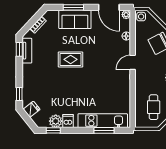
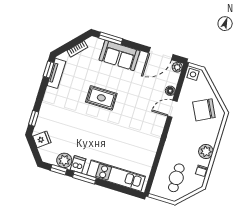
window: (73, 7) -> (111, 38), moved
door: (109, 7) -> (161, 54), hinge flipped
door: (133, 62) -> (172, 109), moved
window: (104, 130) -> (84, 178), moved

